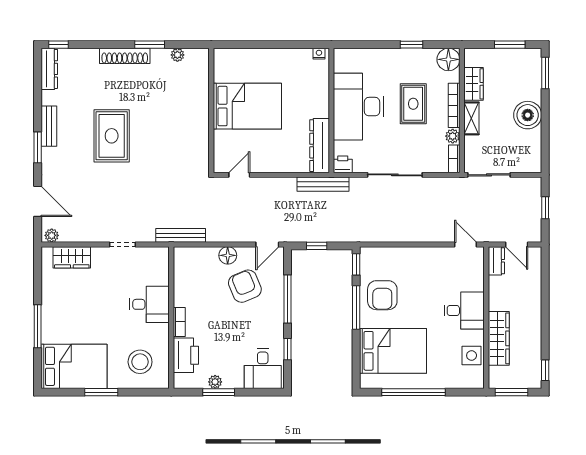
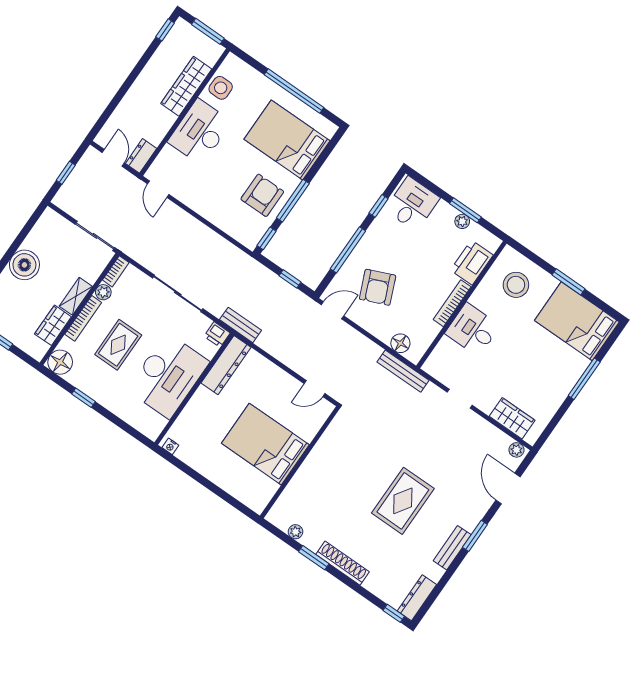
bench: (323, 184) -> (240, 325), width x0.73
floor lamp: (228, 255) -> (400, 343), moved
desk: (464, 311) -> (200, 132), width x1.37
bookcase: (179, 322) -> (452, 303), width x1.56

